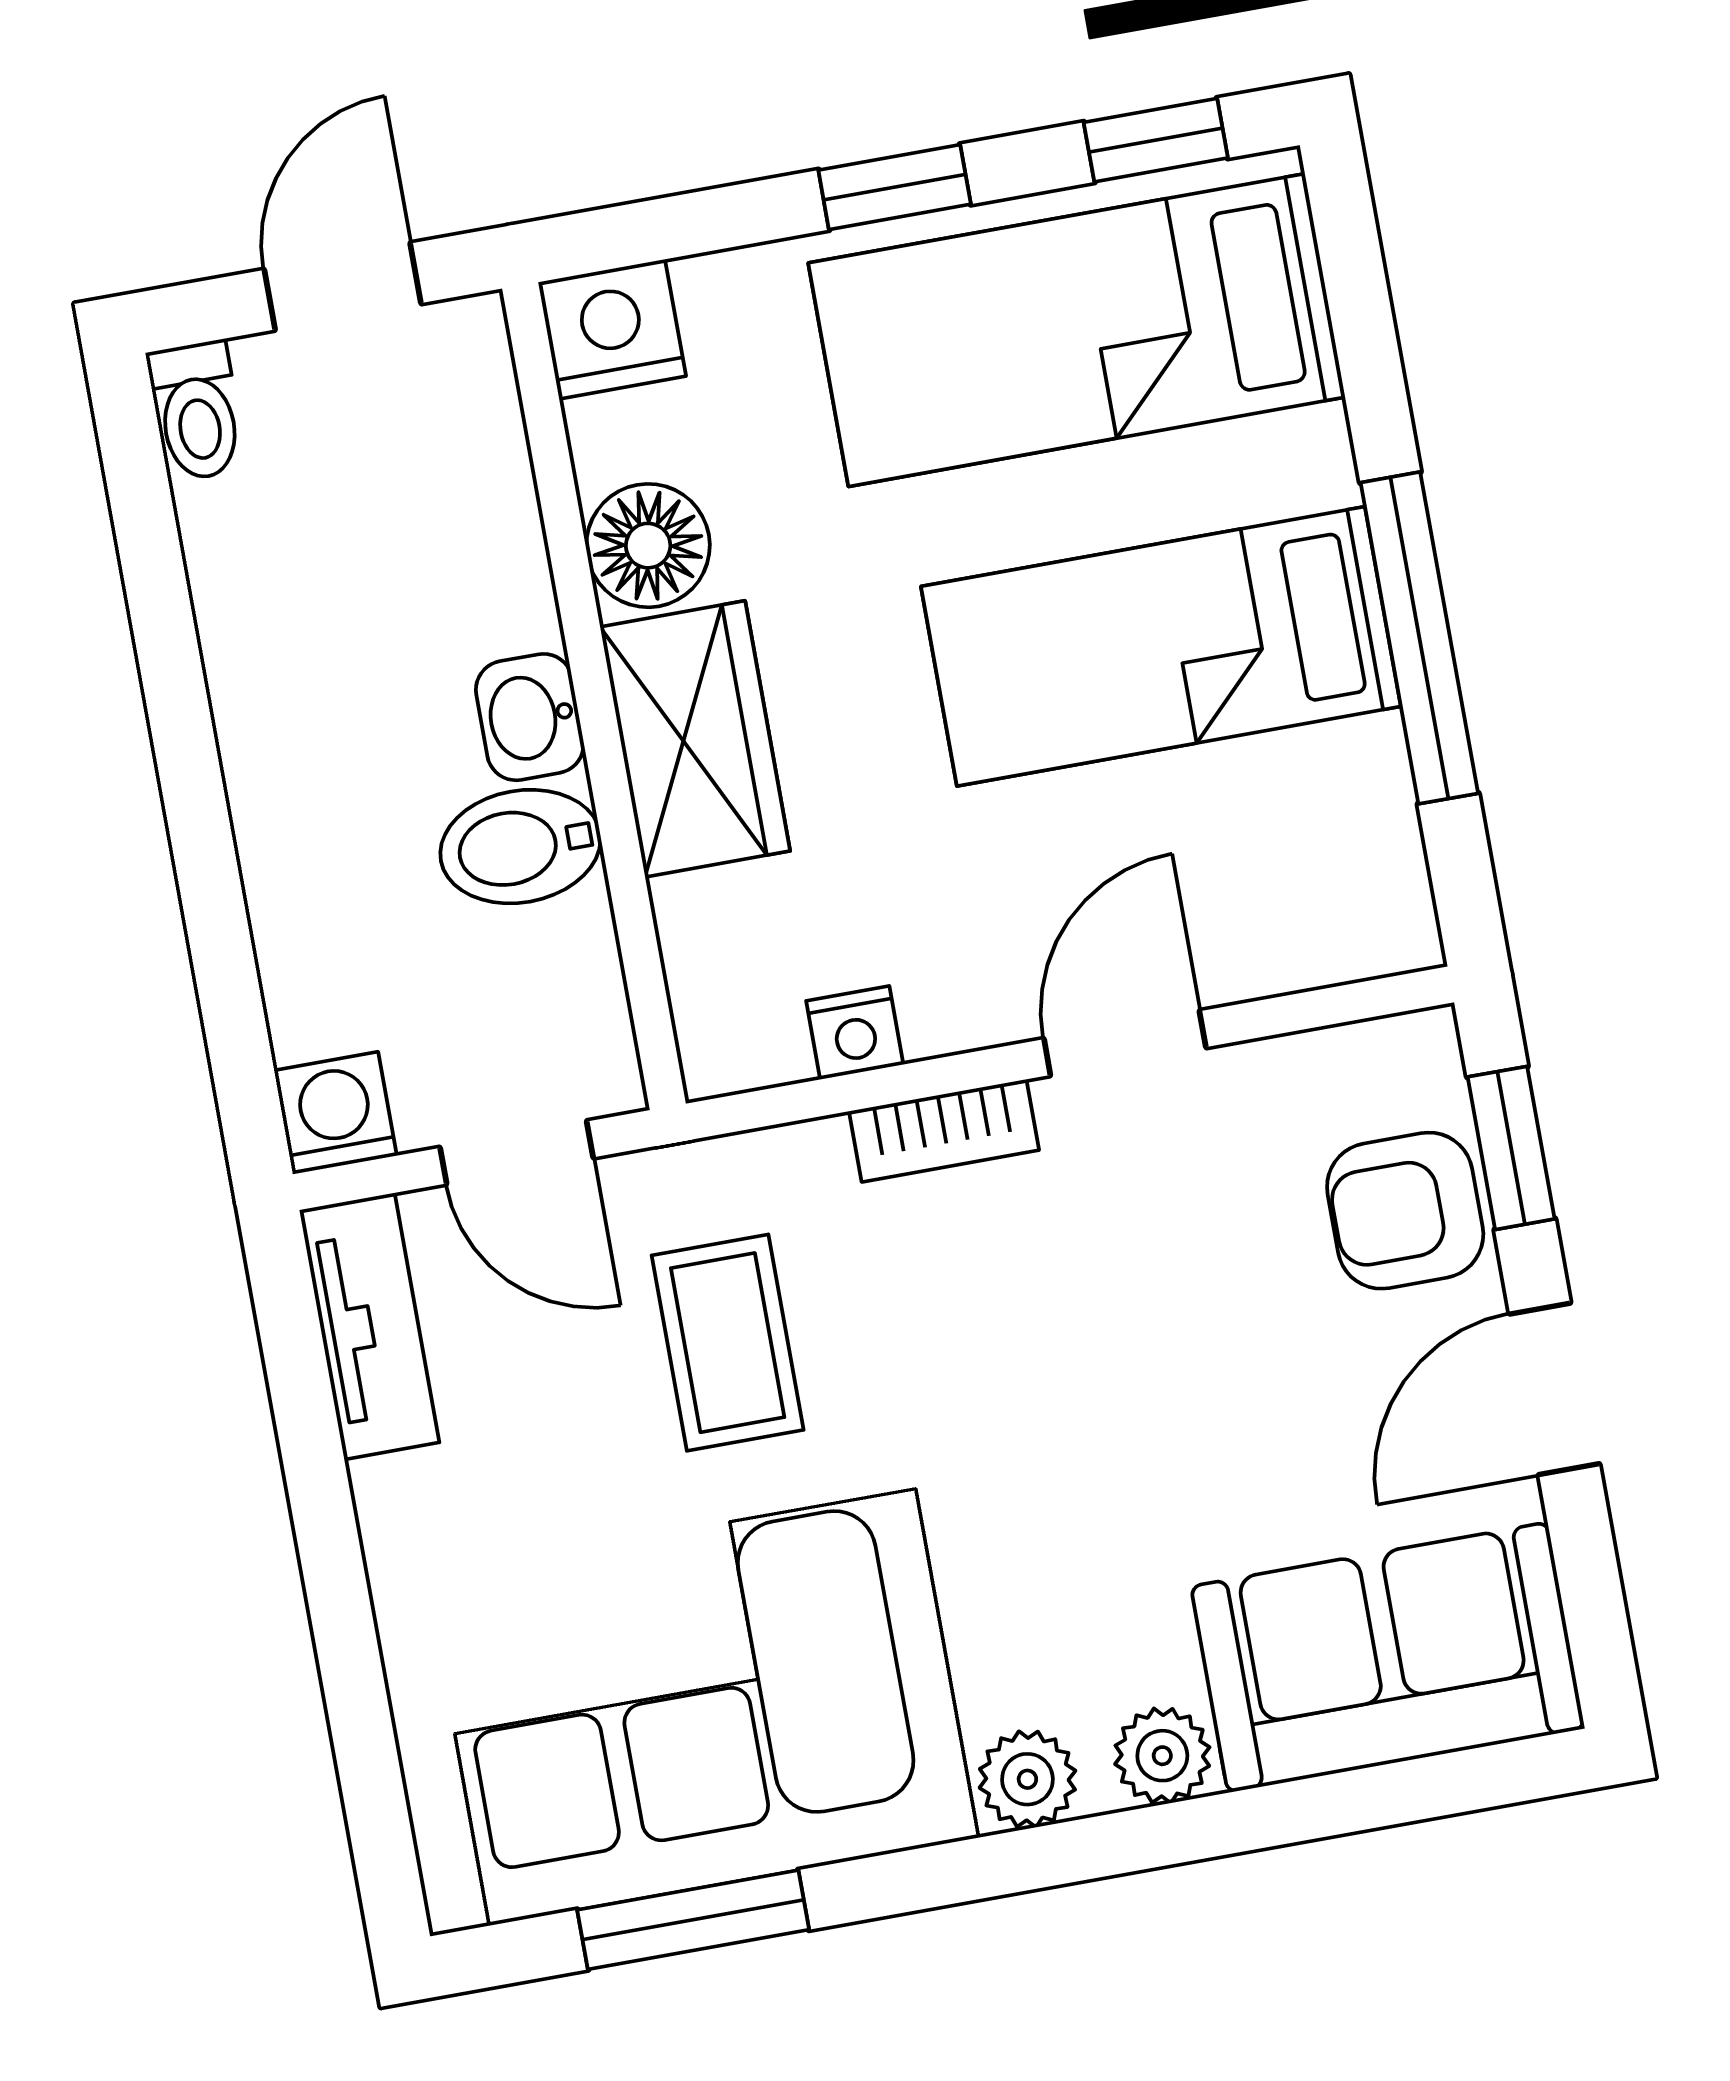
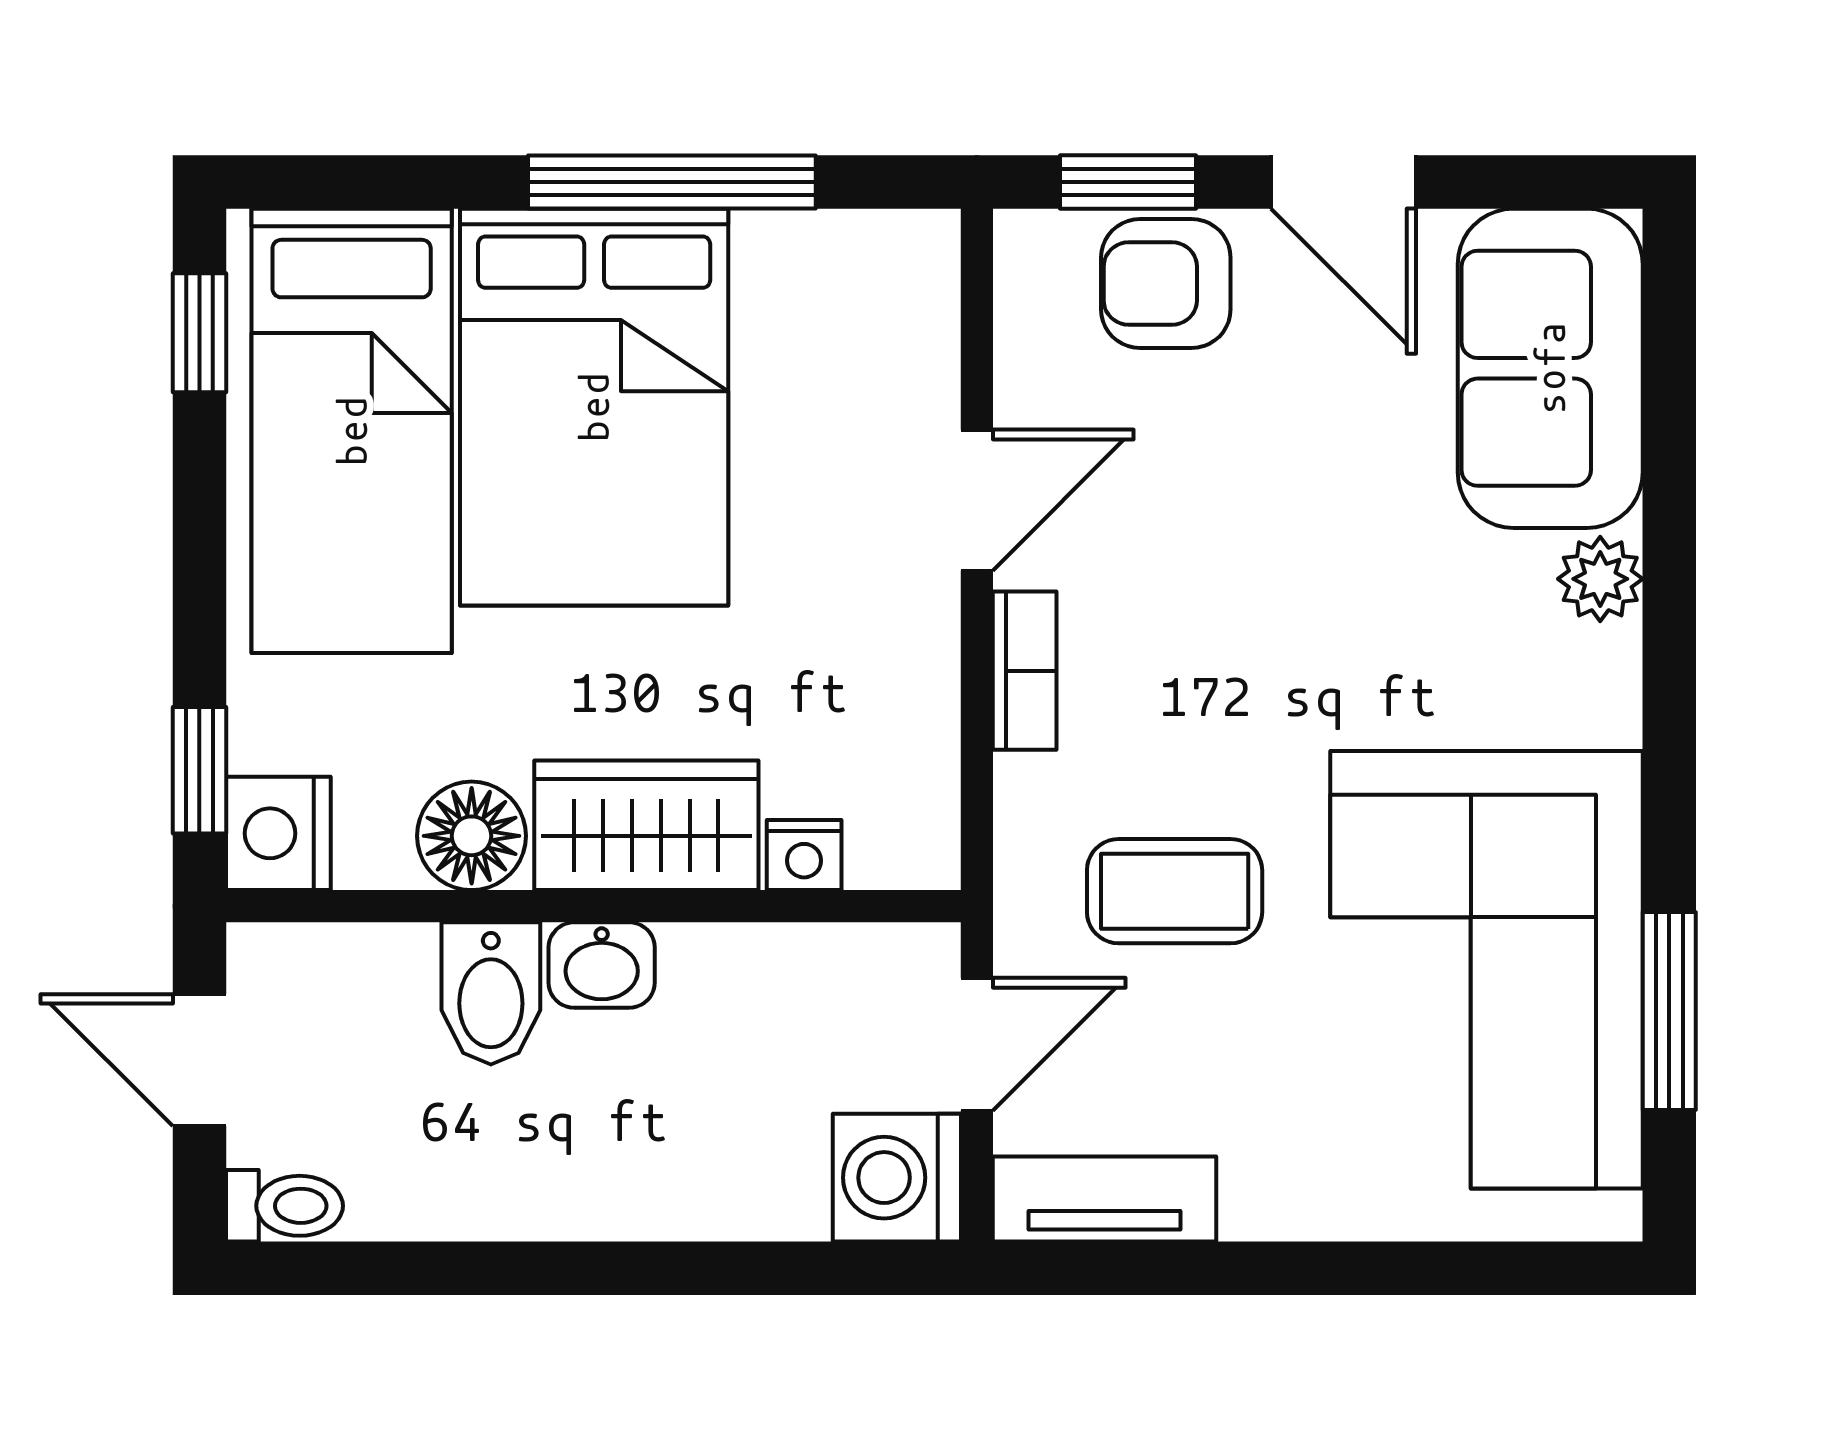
window: (895, 187) -> (199, 770), moved
bed: (1161, 646) -> (594, 407), width x1.50
bidet: (520, 847) -> (491, 993), moved
nightstand: (855, 1033) -> (804, 855), moved, turned 90
door: (1125, 1043) -> (977, 500), swing flipped
washing machine: (335, 1113) -> (897, 1178), width x1.38, depth x1.38
armchair: (1405, 1211) -> (1166, 284), turned 90
plant: (1027, 1779) -> (1600, 699), removed

